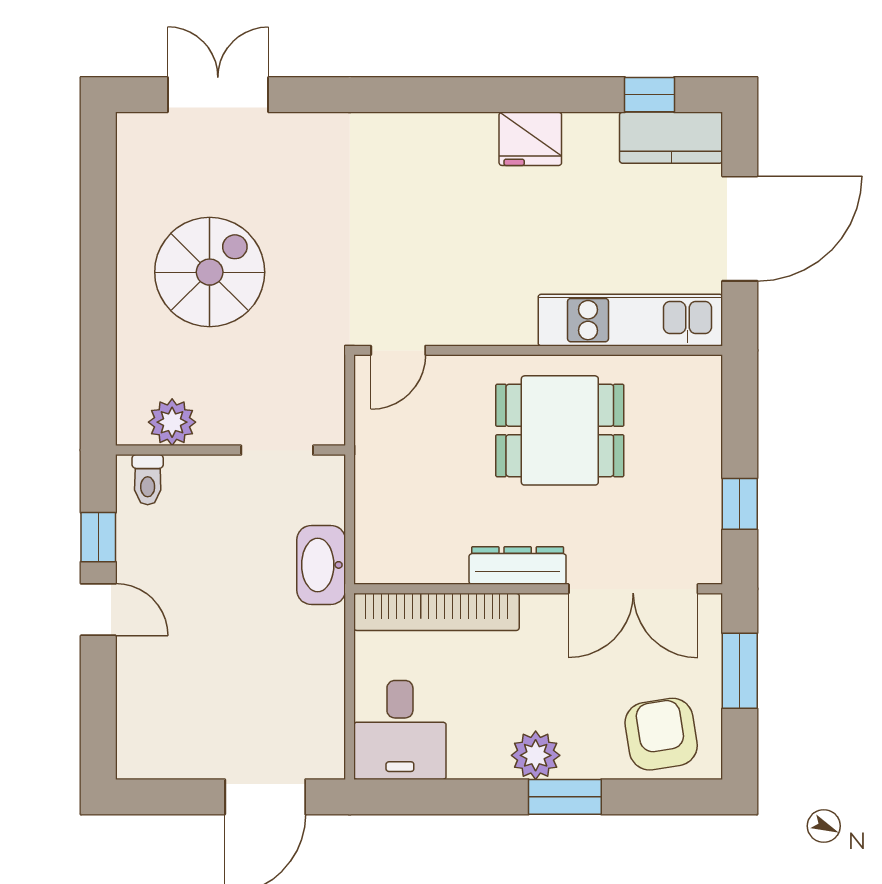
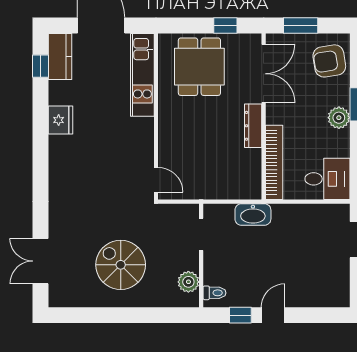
dining table: (560, 430) -> (199, 67), moved

